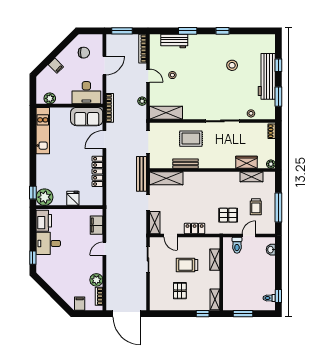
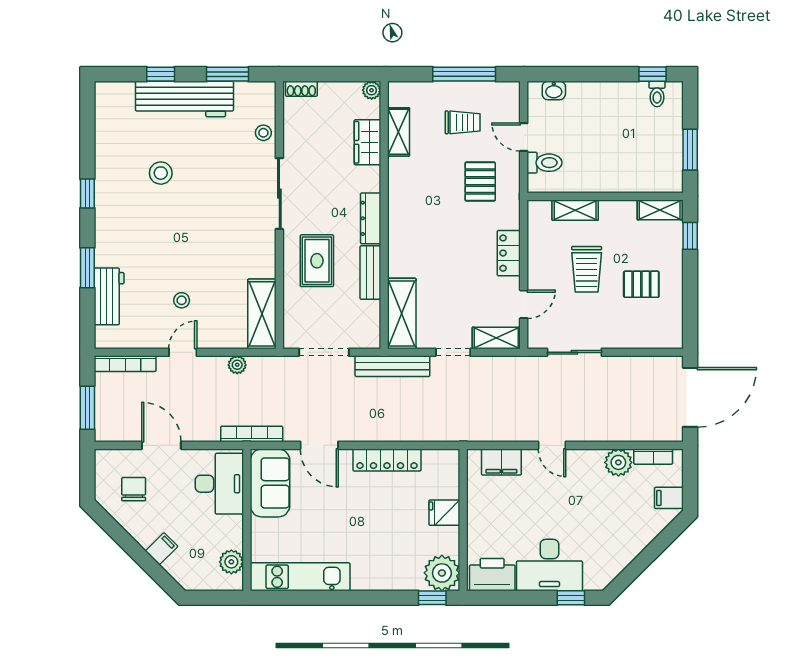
dresser: (211, 164) -> (371, 218), added
desk: (48, 243) -> (549, 565), width x1.37

